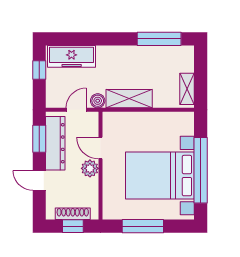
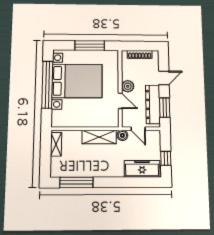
door: (76, 110) -> (138, 129), hinge flipped
door: (39, 181) -> (164, 78), hinge flipped
window: (73, 226) -> (139, 46), removed

